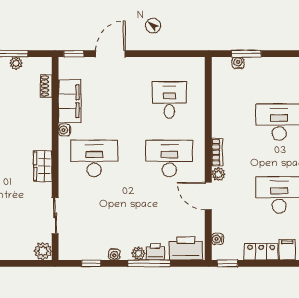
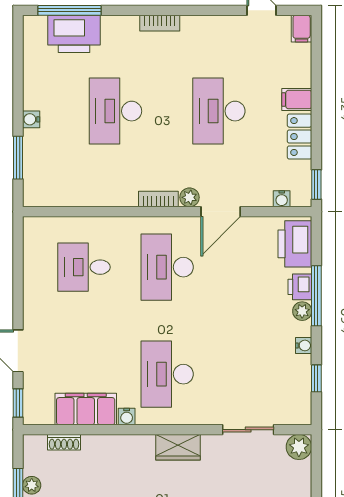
water cooler: (238, 63) -> (31, 119), moved

